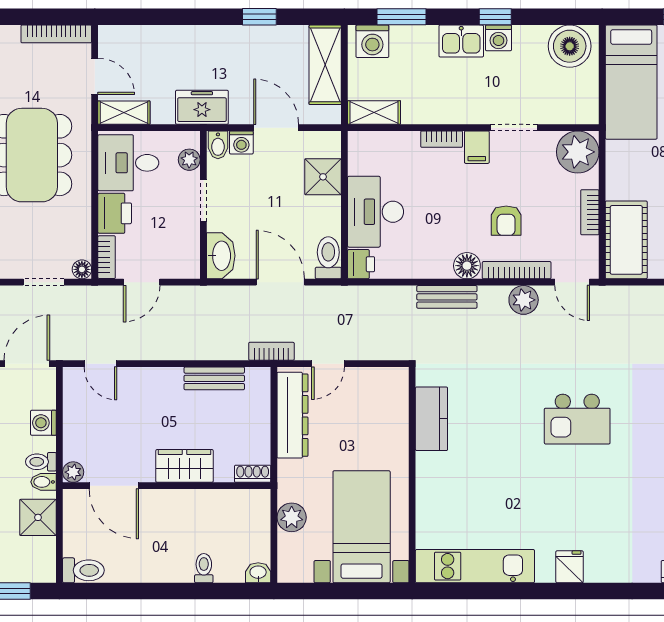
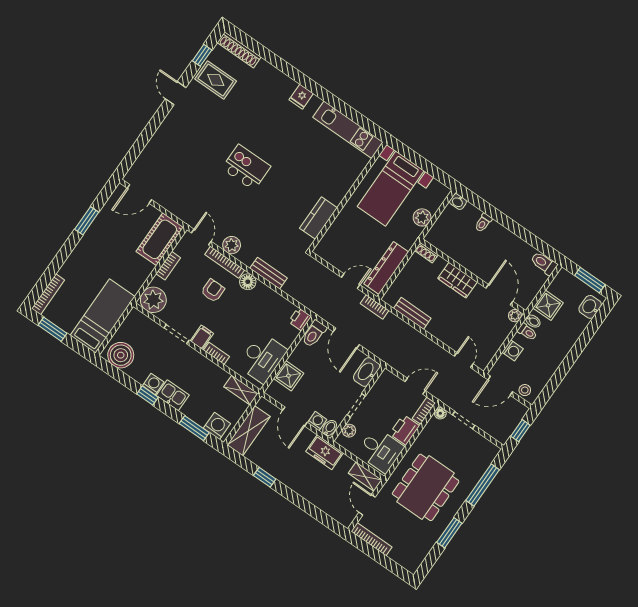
desk: (376, 212) -> (262, 358), moved

